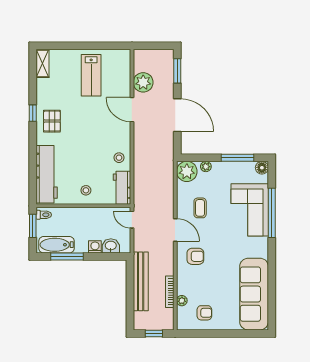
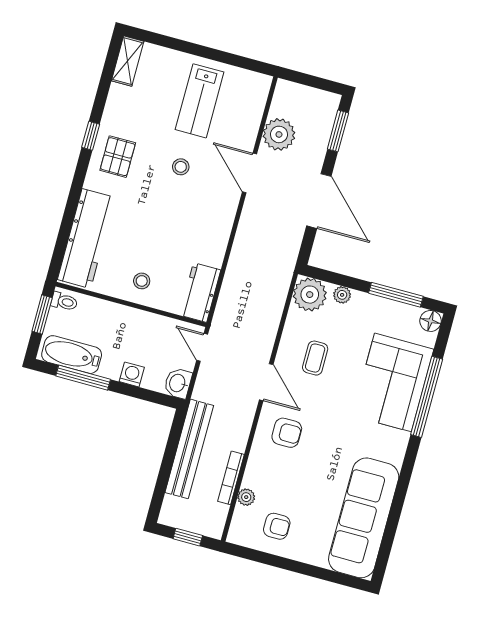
stool: (119, 158) -> (181, 167), moved
washbasin: (111, 246) -> (178, 383), moved, turned -90

